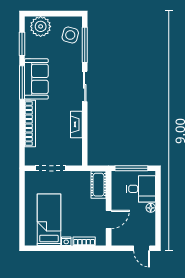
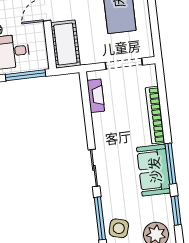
fireplace: (76, 124) -> (96, 96), moved
cot: (99, 185) -> (65, 44), width x1.37, depth x1.34

